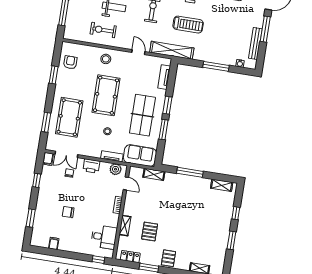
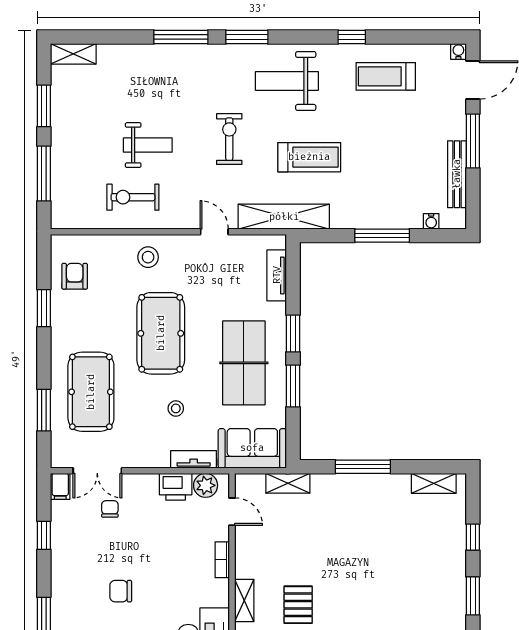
printer: (91, 166) -> (176, 487), moved

